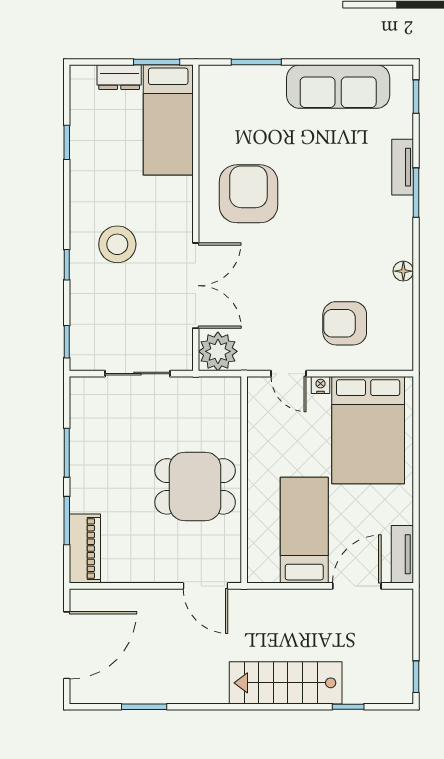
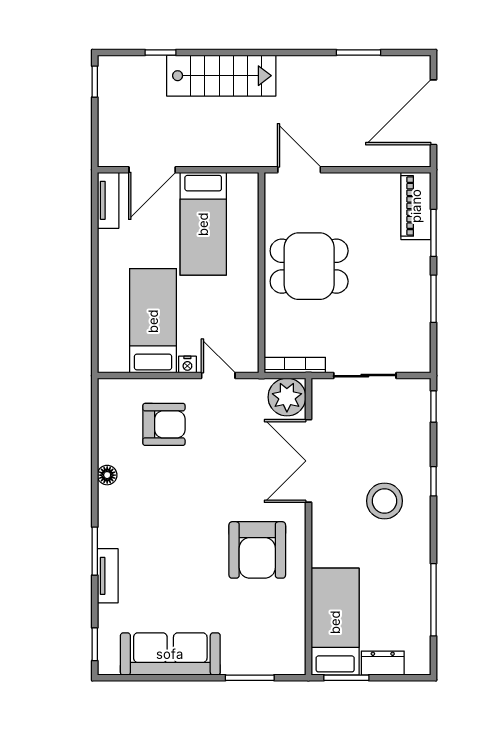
window: (67, 142) -> (434, 600), width x2.17
bookcase: (210, 384) -> (295, 365), added
bed: (368, 430) -> (153, 321), width x0.67

